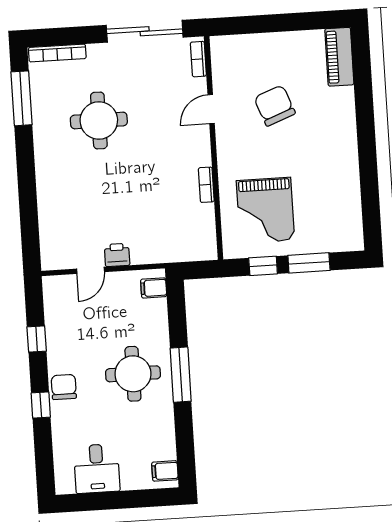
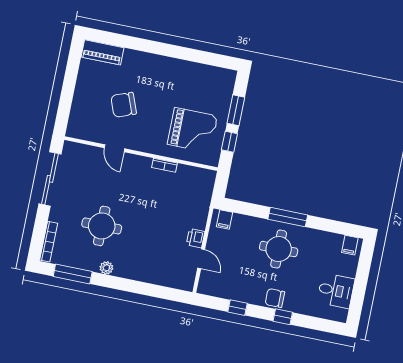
bookcase: (198, 59) -> (78, 148), removed
plant: (43, 143) -> (106, 268), added

